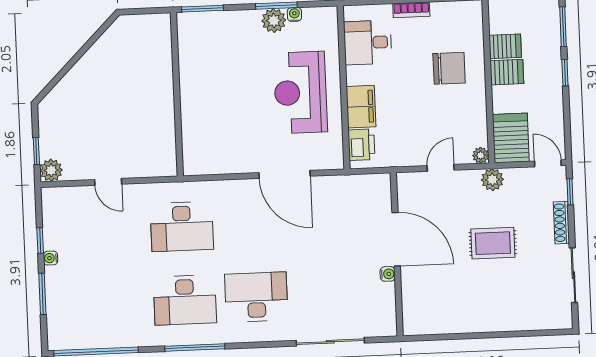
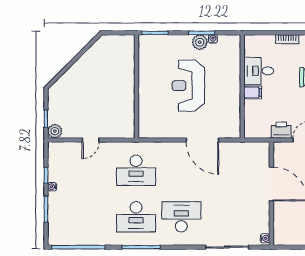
desk: (368, 43) -> (259, 71), moved
reception desk: (300, 92) -> (188, 86), moved
filing cabinet: (361, 107) -> (253, 92), width x0.50
printer: (361, 145) -> (281, 130), moved, turned -90
door: (108, 182) -> (91, 140), hinge flipped
water cooler: (388, 274) -> (265, 238), moved

